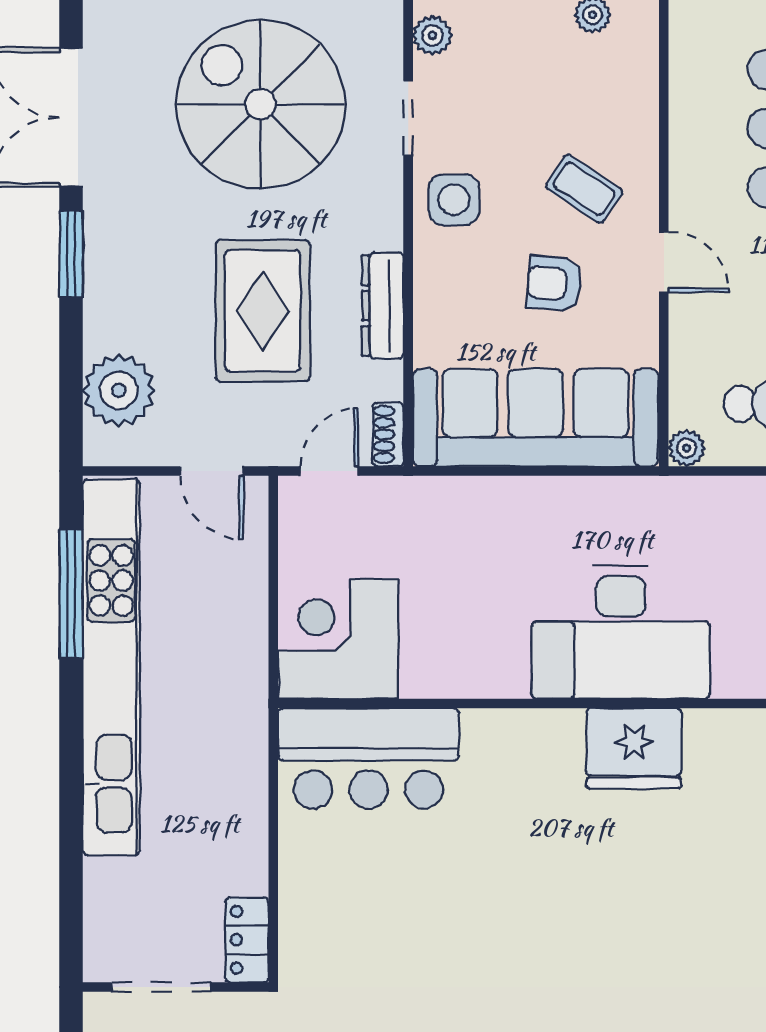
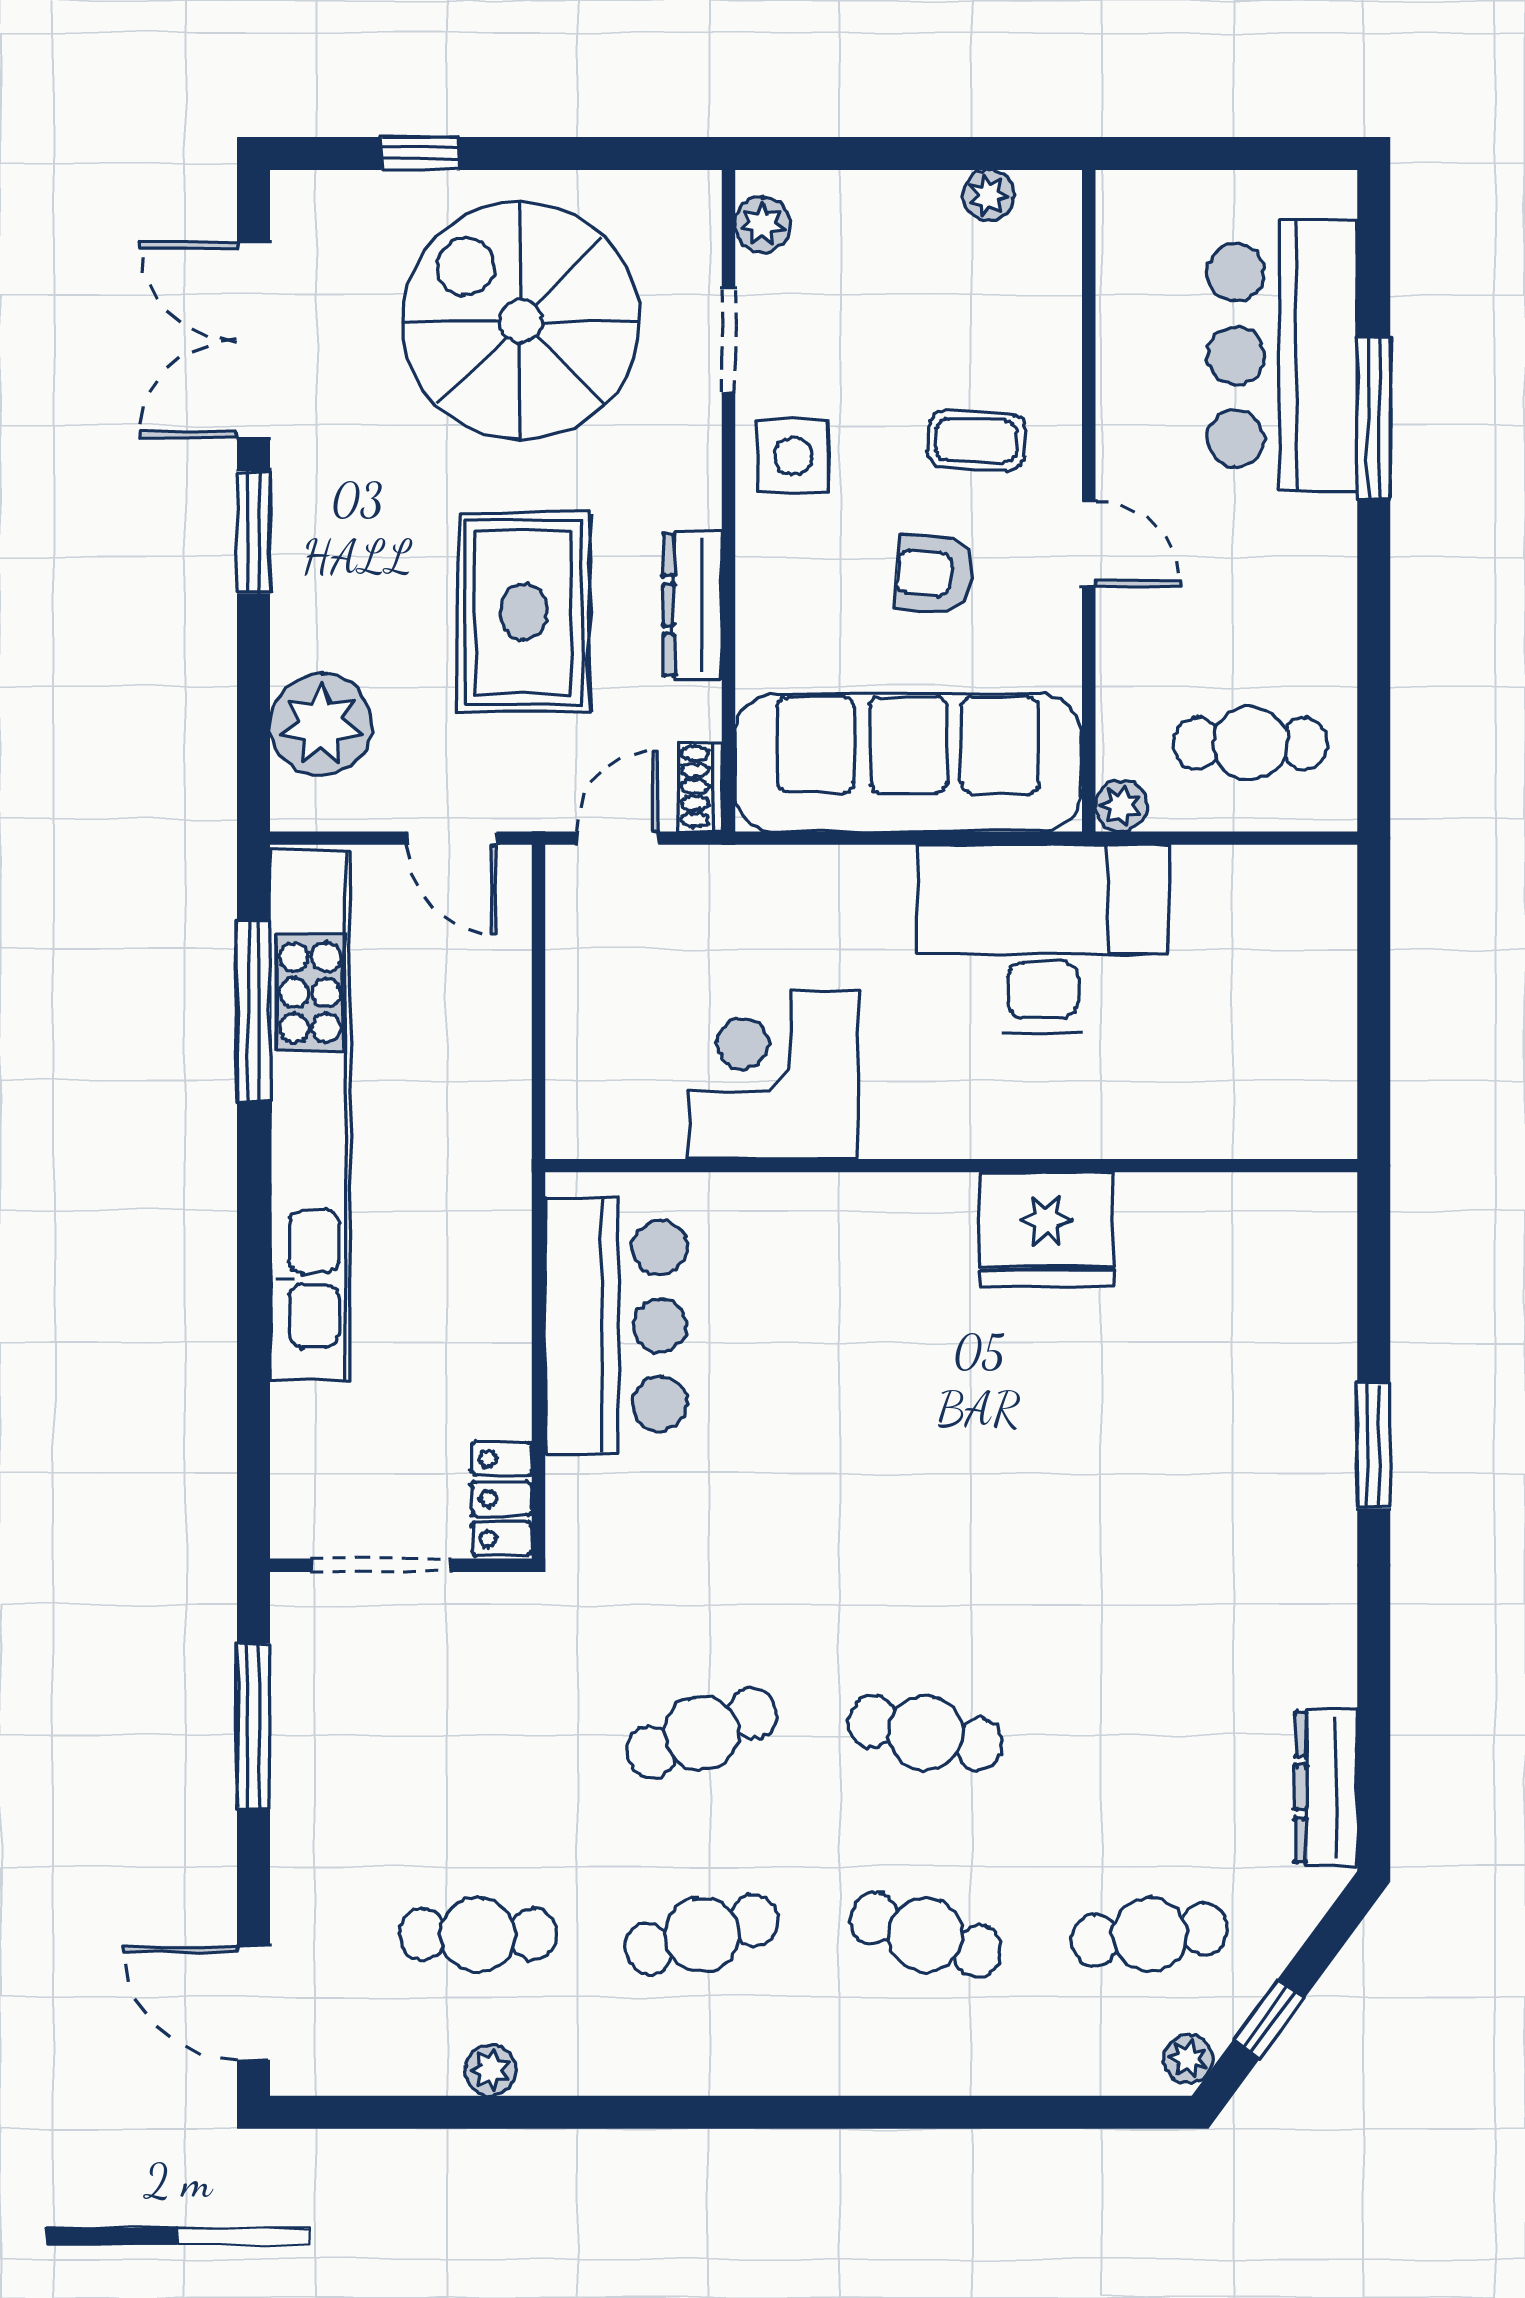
coffee table: (584, 189) -> (976, 440), turned -30
desk: (621, 632) -> (1043, 939), moved, turned 180
corner desk: (338, 639) -> (773, 1074), moved
bar counter: (369, 758) -> (616, 1326), moved, turned -90

